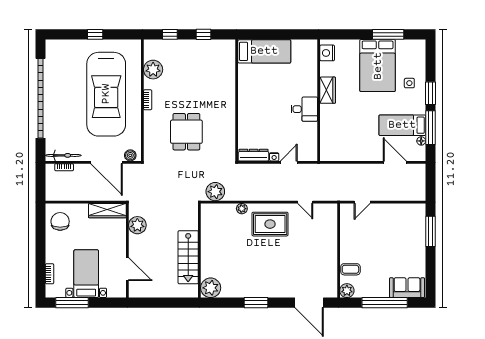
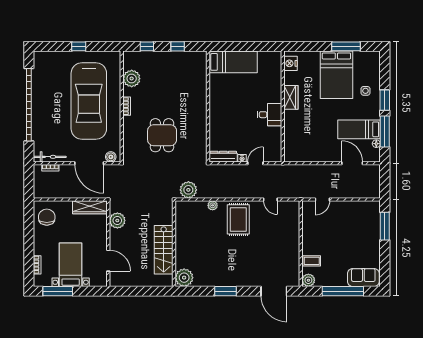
rug: (270, 224) -> (238, 219), turned 90

